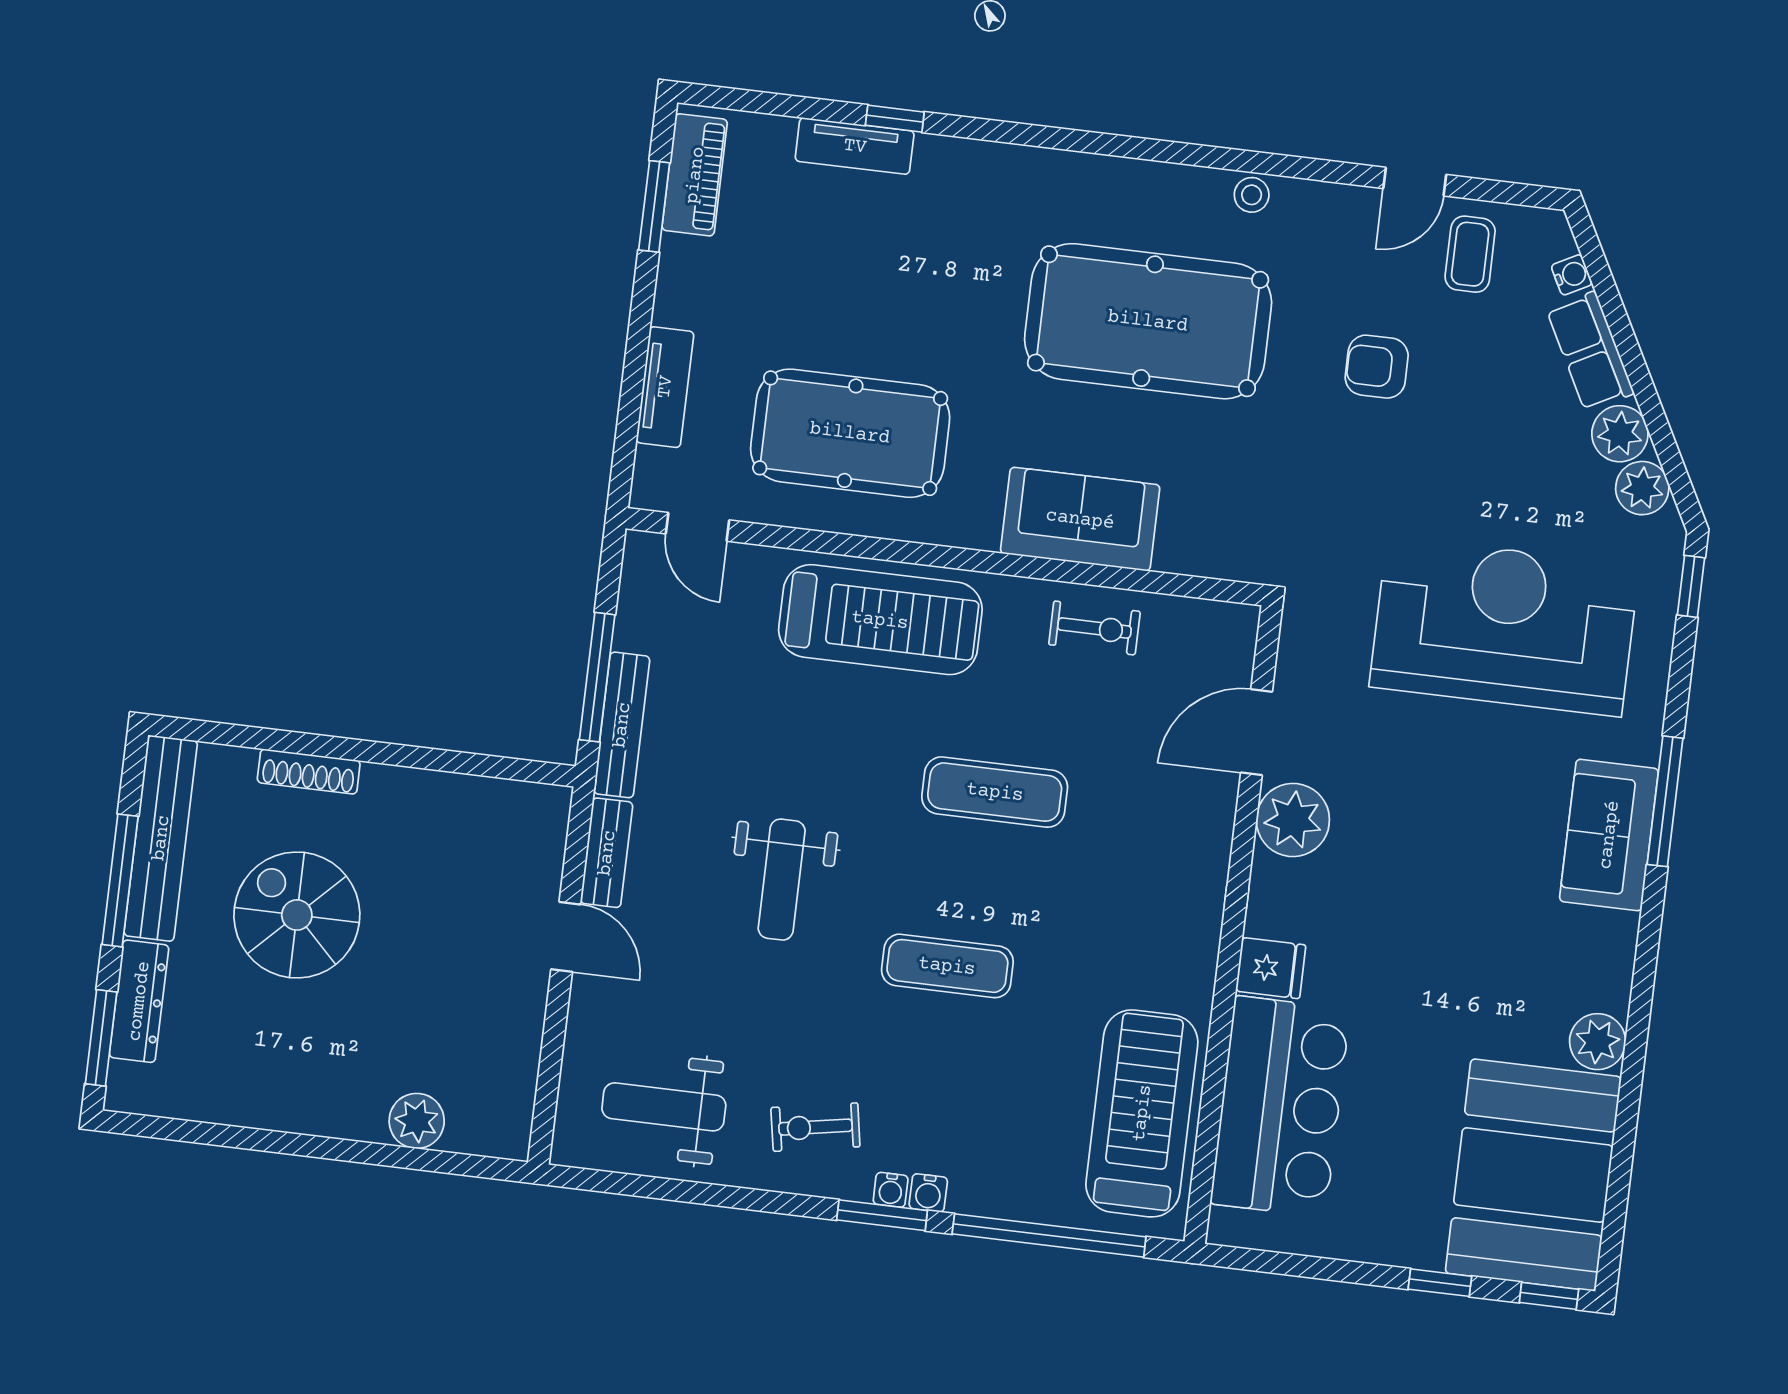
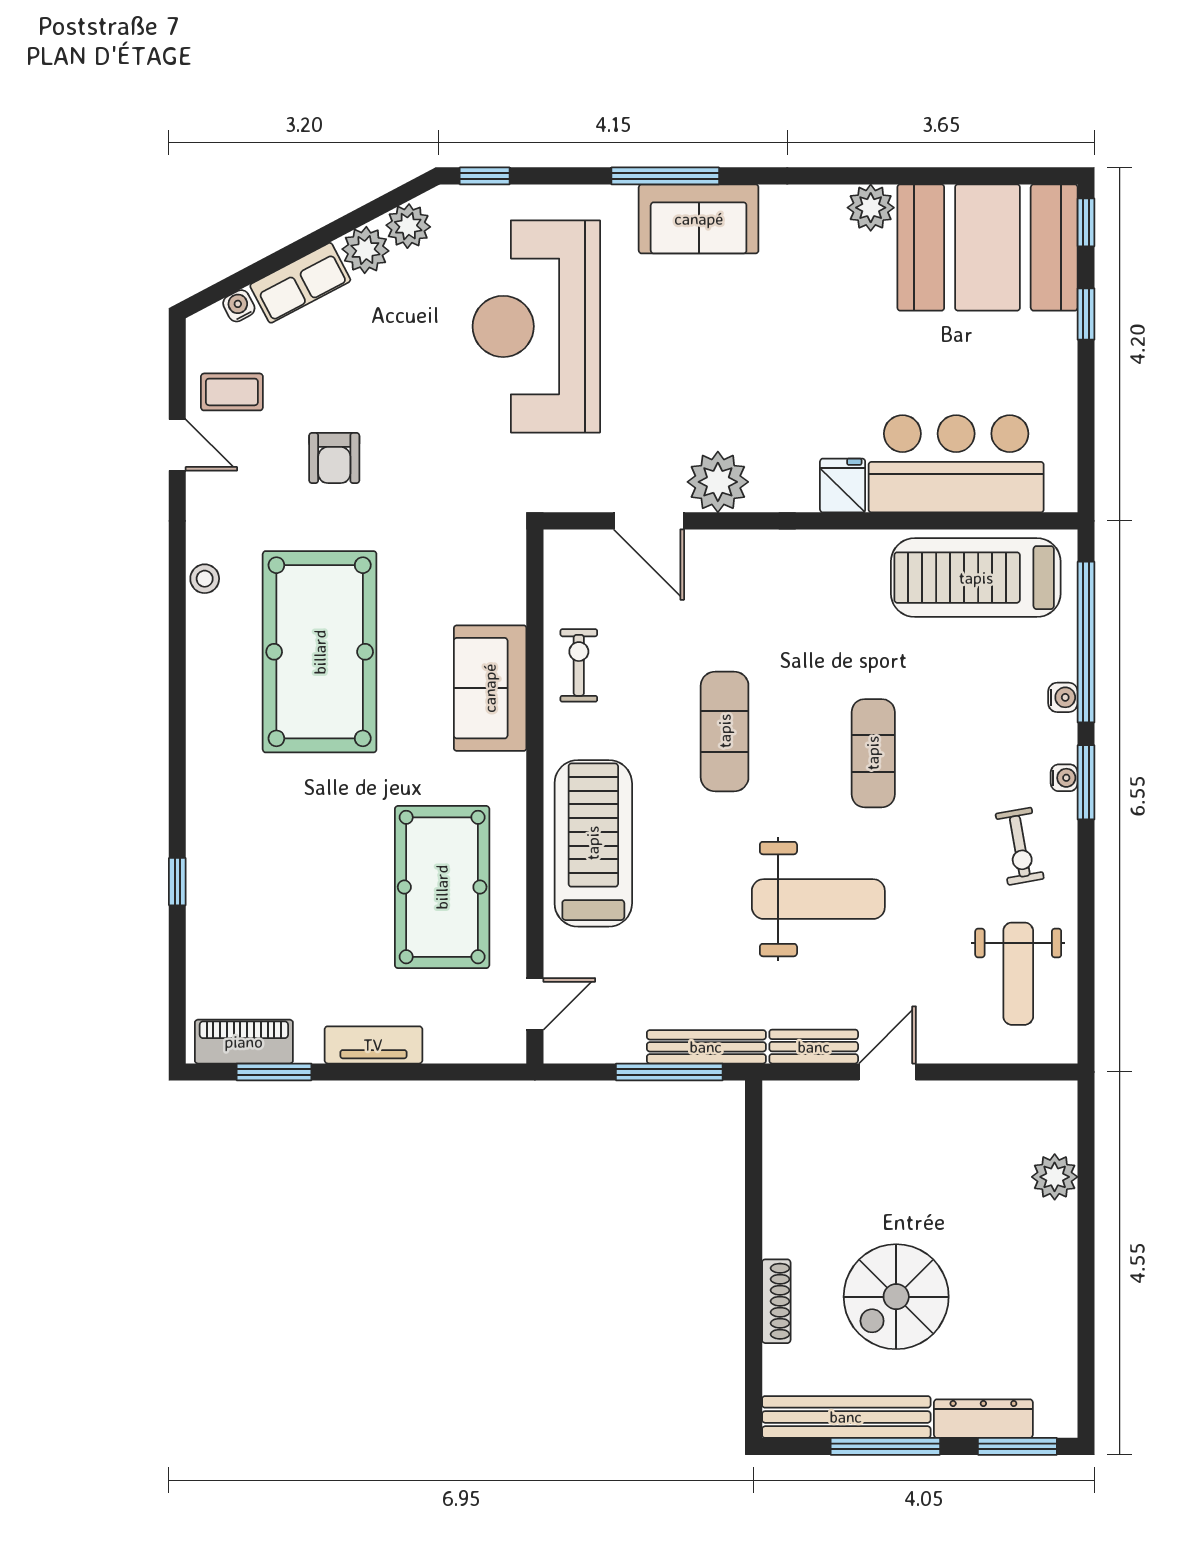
tv unit: (855, 146) -> (204, 912), removed
tv unit: (665, 387) -> (373, 1045), moved
weight bench: (782, 880) -> (818, 899), width x1.36, depth x1.33
water cooler: (928, 1193) -> (1063, 697), moved

